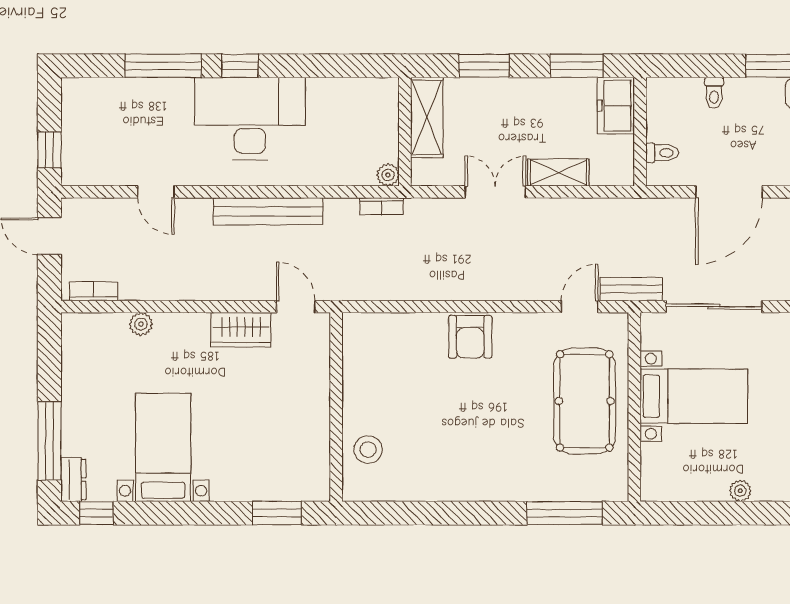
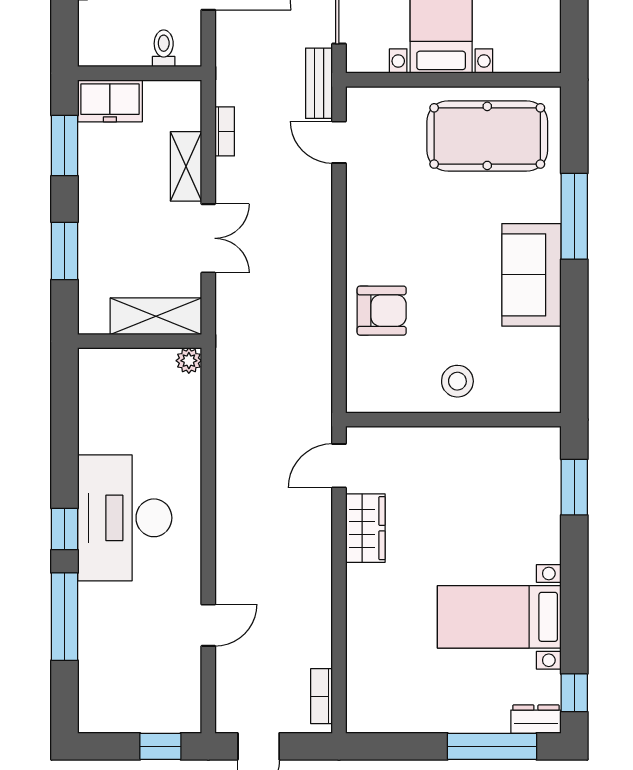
shelving: (427, 117) -> (156, 316), moved
double door: (495, 192) -> (208, 238), swing flipped
bookcase: (381, 206) -> (225, 131), moved
bench: (268, 211) -> (230, 497), removed
plant: (141, 324) -> (359, 642), removed
armchair: (470, 337) -> (382, 311), moved
pool table: (585, 401) -> (487, 136), moved
stool: (368, 450) -> (457, 381), moved
sofa: (463, 476) -> (531, 275), added
window: (565, 513) -> (574, 216), moved

